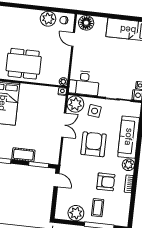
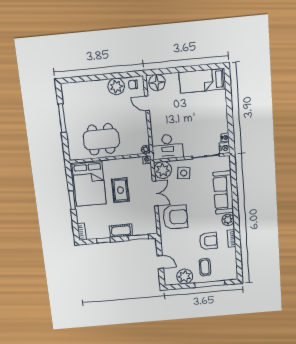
rug: (31, 115) -> (120, 190), added
armchair: (94, 144) -> (175, 217), moved, turned 90
door: (57, 180) -> (160, 262), moved

